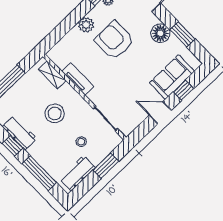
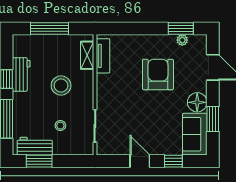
plant: (86, 25) -> (148, 42), removed
sofa: (172, 77) -> (195, 134), moved, turned -90
tv unit: (78, 79) -> (103, 56), moved
window: (106, 166) -> (39, 161), moved

